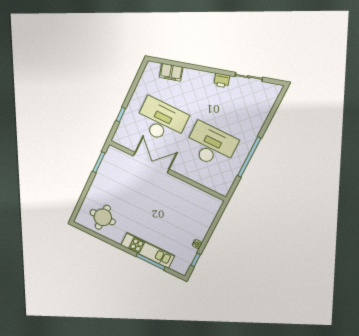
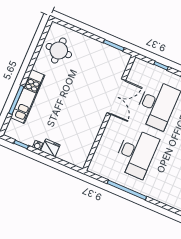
fridge: (201, 232) -> (50, 148), added

